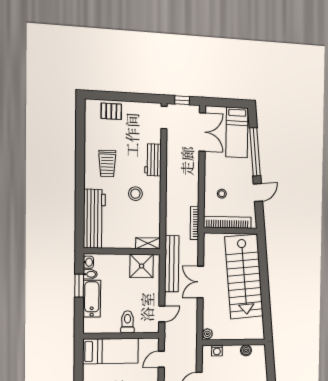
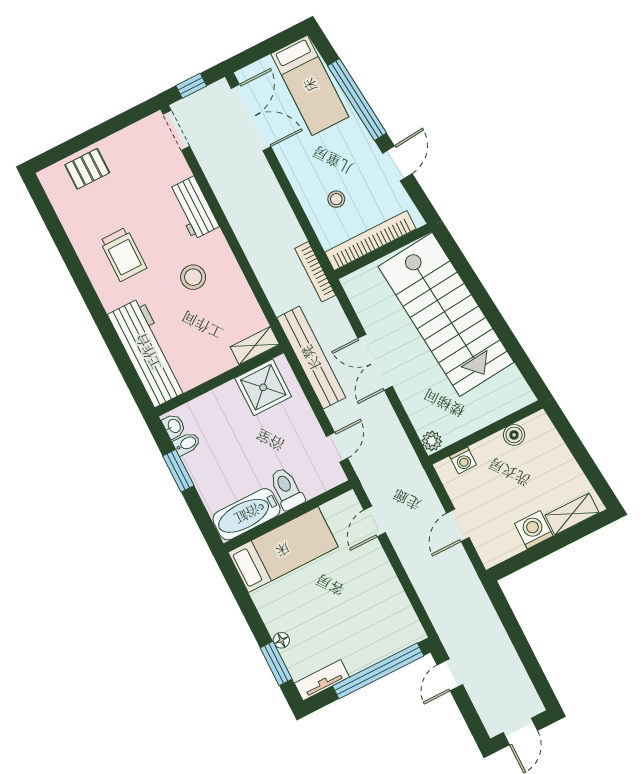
bathtub: (92, 299) -> (247, 514), moved, turned -90

